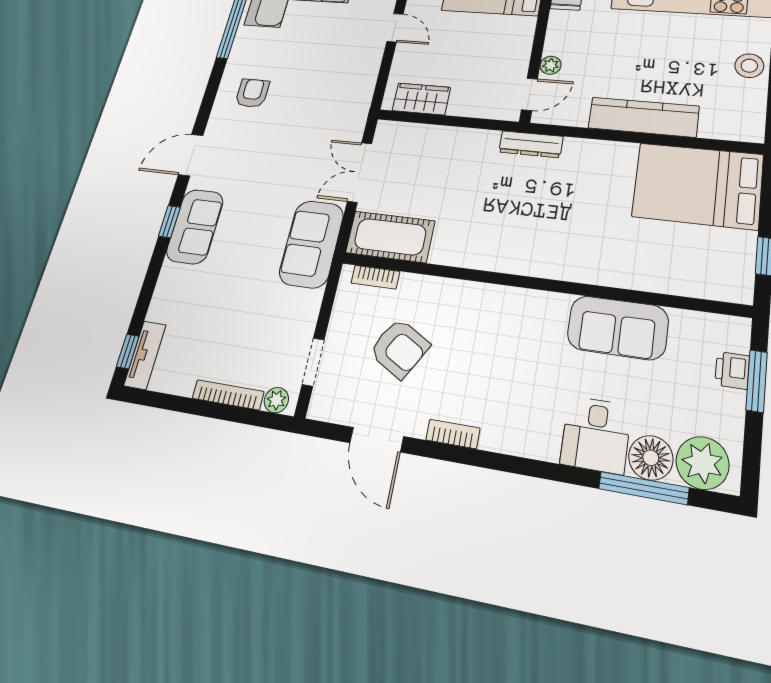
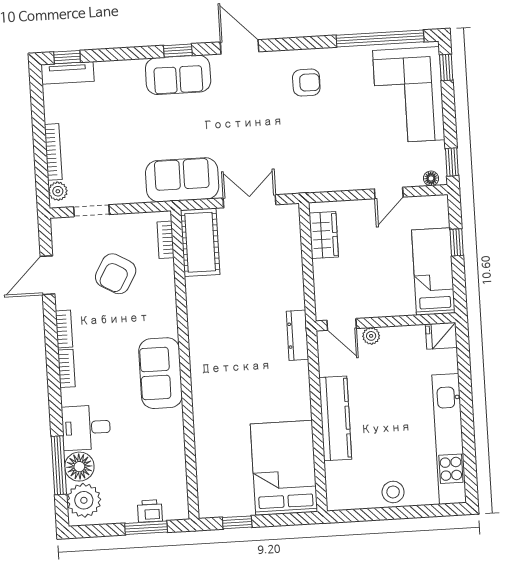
sofa: (618, 328) -> (161, 373), moved
bookcase: (507, 443) -> (66, 368), added

